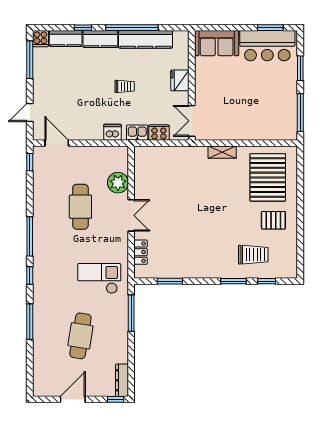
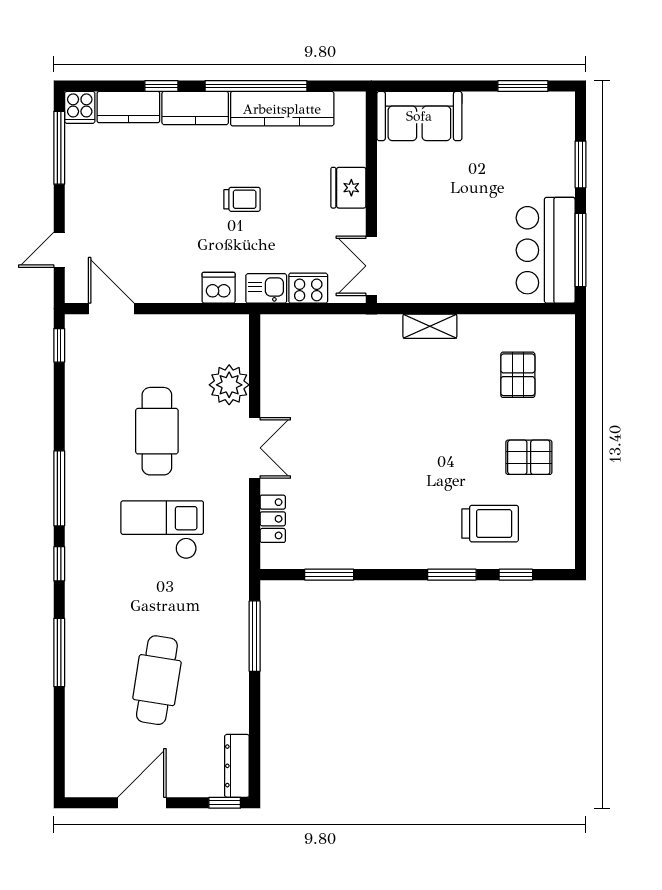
bar counter: (267, 46) -> (546, 250), moved, turned 90
pallet: (268, 177) -> (518, 375), width x0.49, depth x0.50
checkout: (99, 279) -> (162, 530), moved

